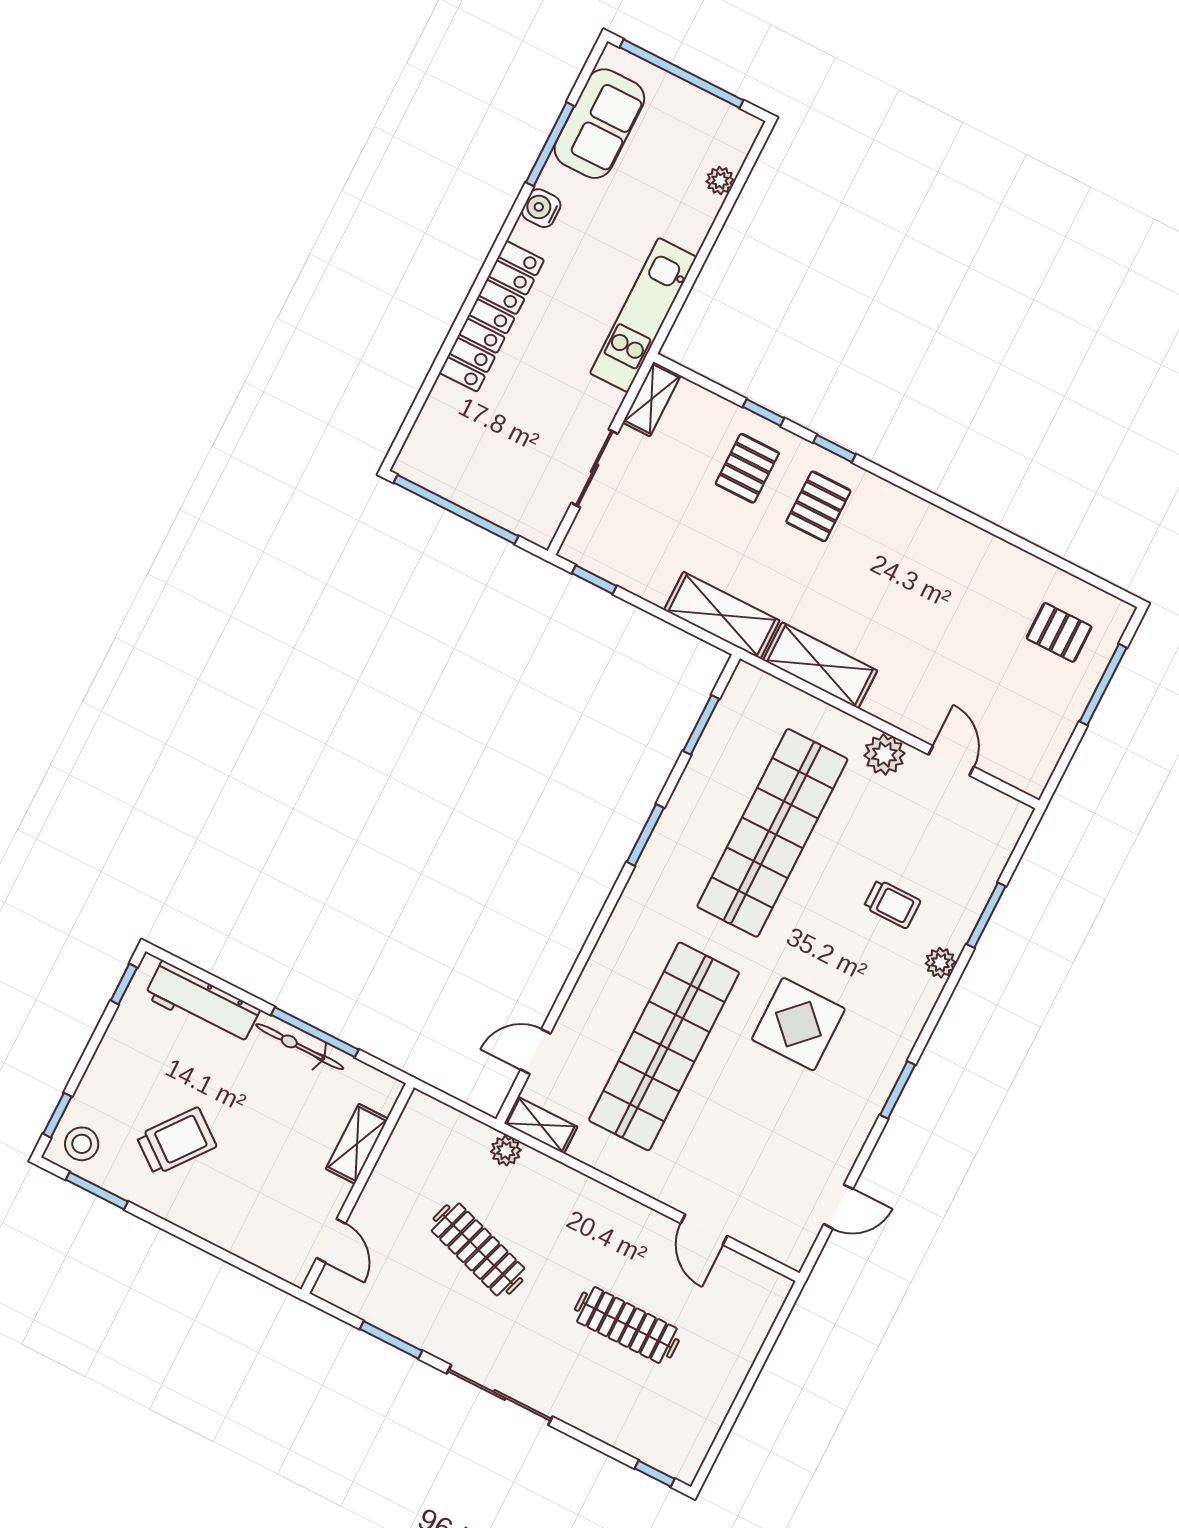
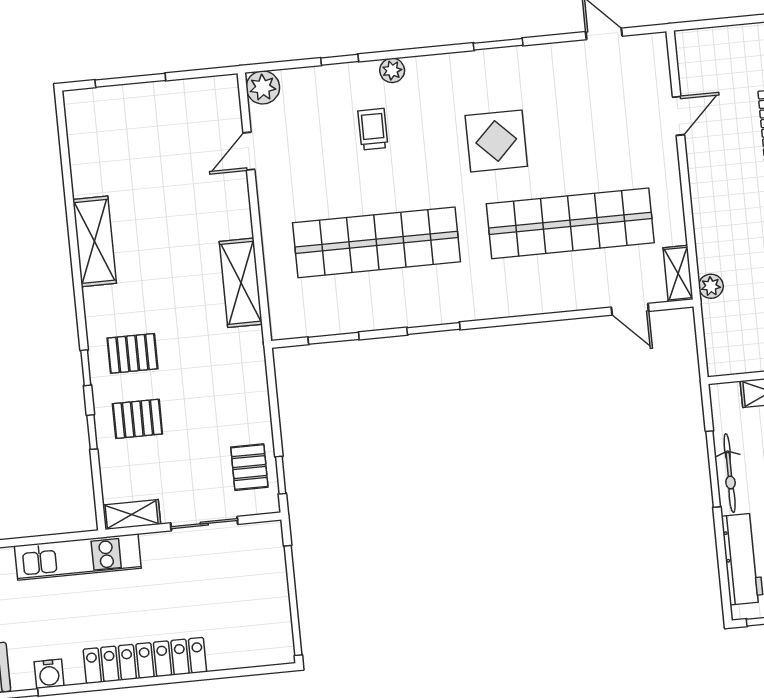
shelving: (722, 615) -> (95, 241), moved
pallet: (1059, 632) -> (249, 467), moved
plant: (884, 754) -> (263, 87), moved
window: (986, 915) -> (340, 60), width x0.67

